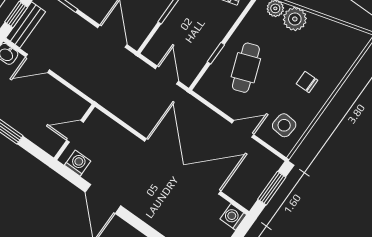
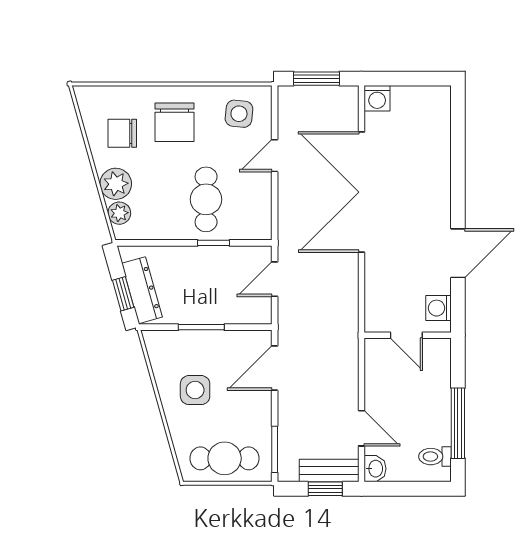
chair: (323, 45) -> (122, 133), added
cafe table: (246, 68) -> (206, 199), turned -70
chair: (307, 82) -> (175, 122), width x1.87, depth x1.87
door: (243, 129) -> (275, 156), hinge flipped

